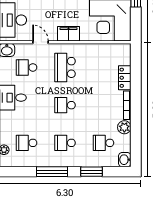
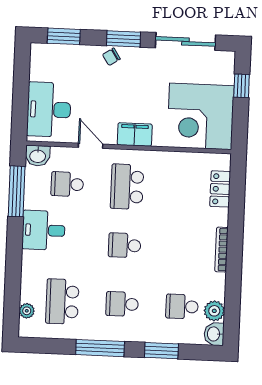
locker: (125, 78) -> (220, 189), moved
plant: (124, 127) -> (214, 311), moved
school desk: (27, 143) -> (62, 302), width x1.85

